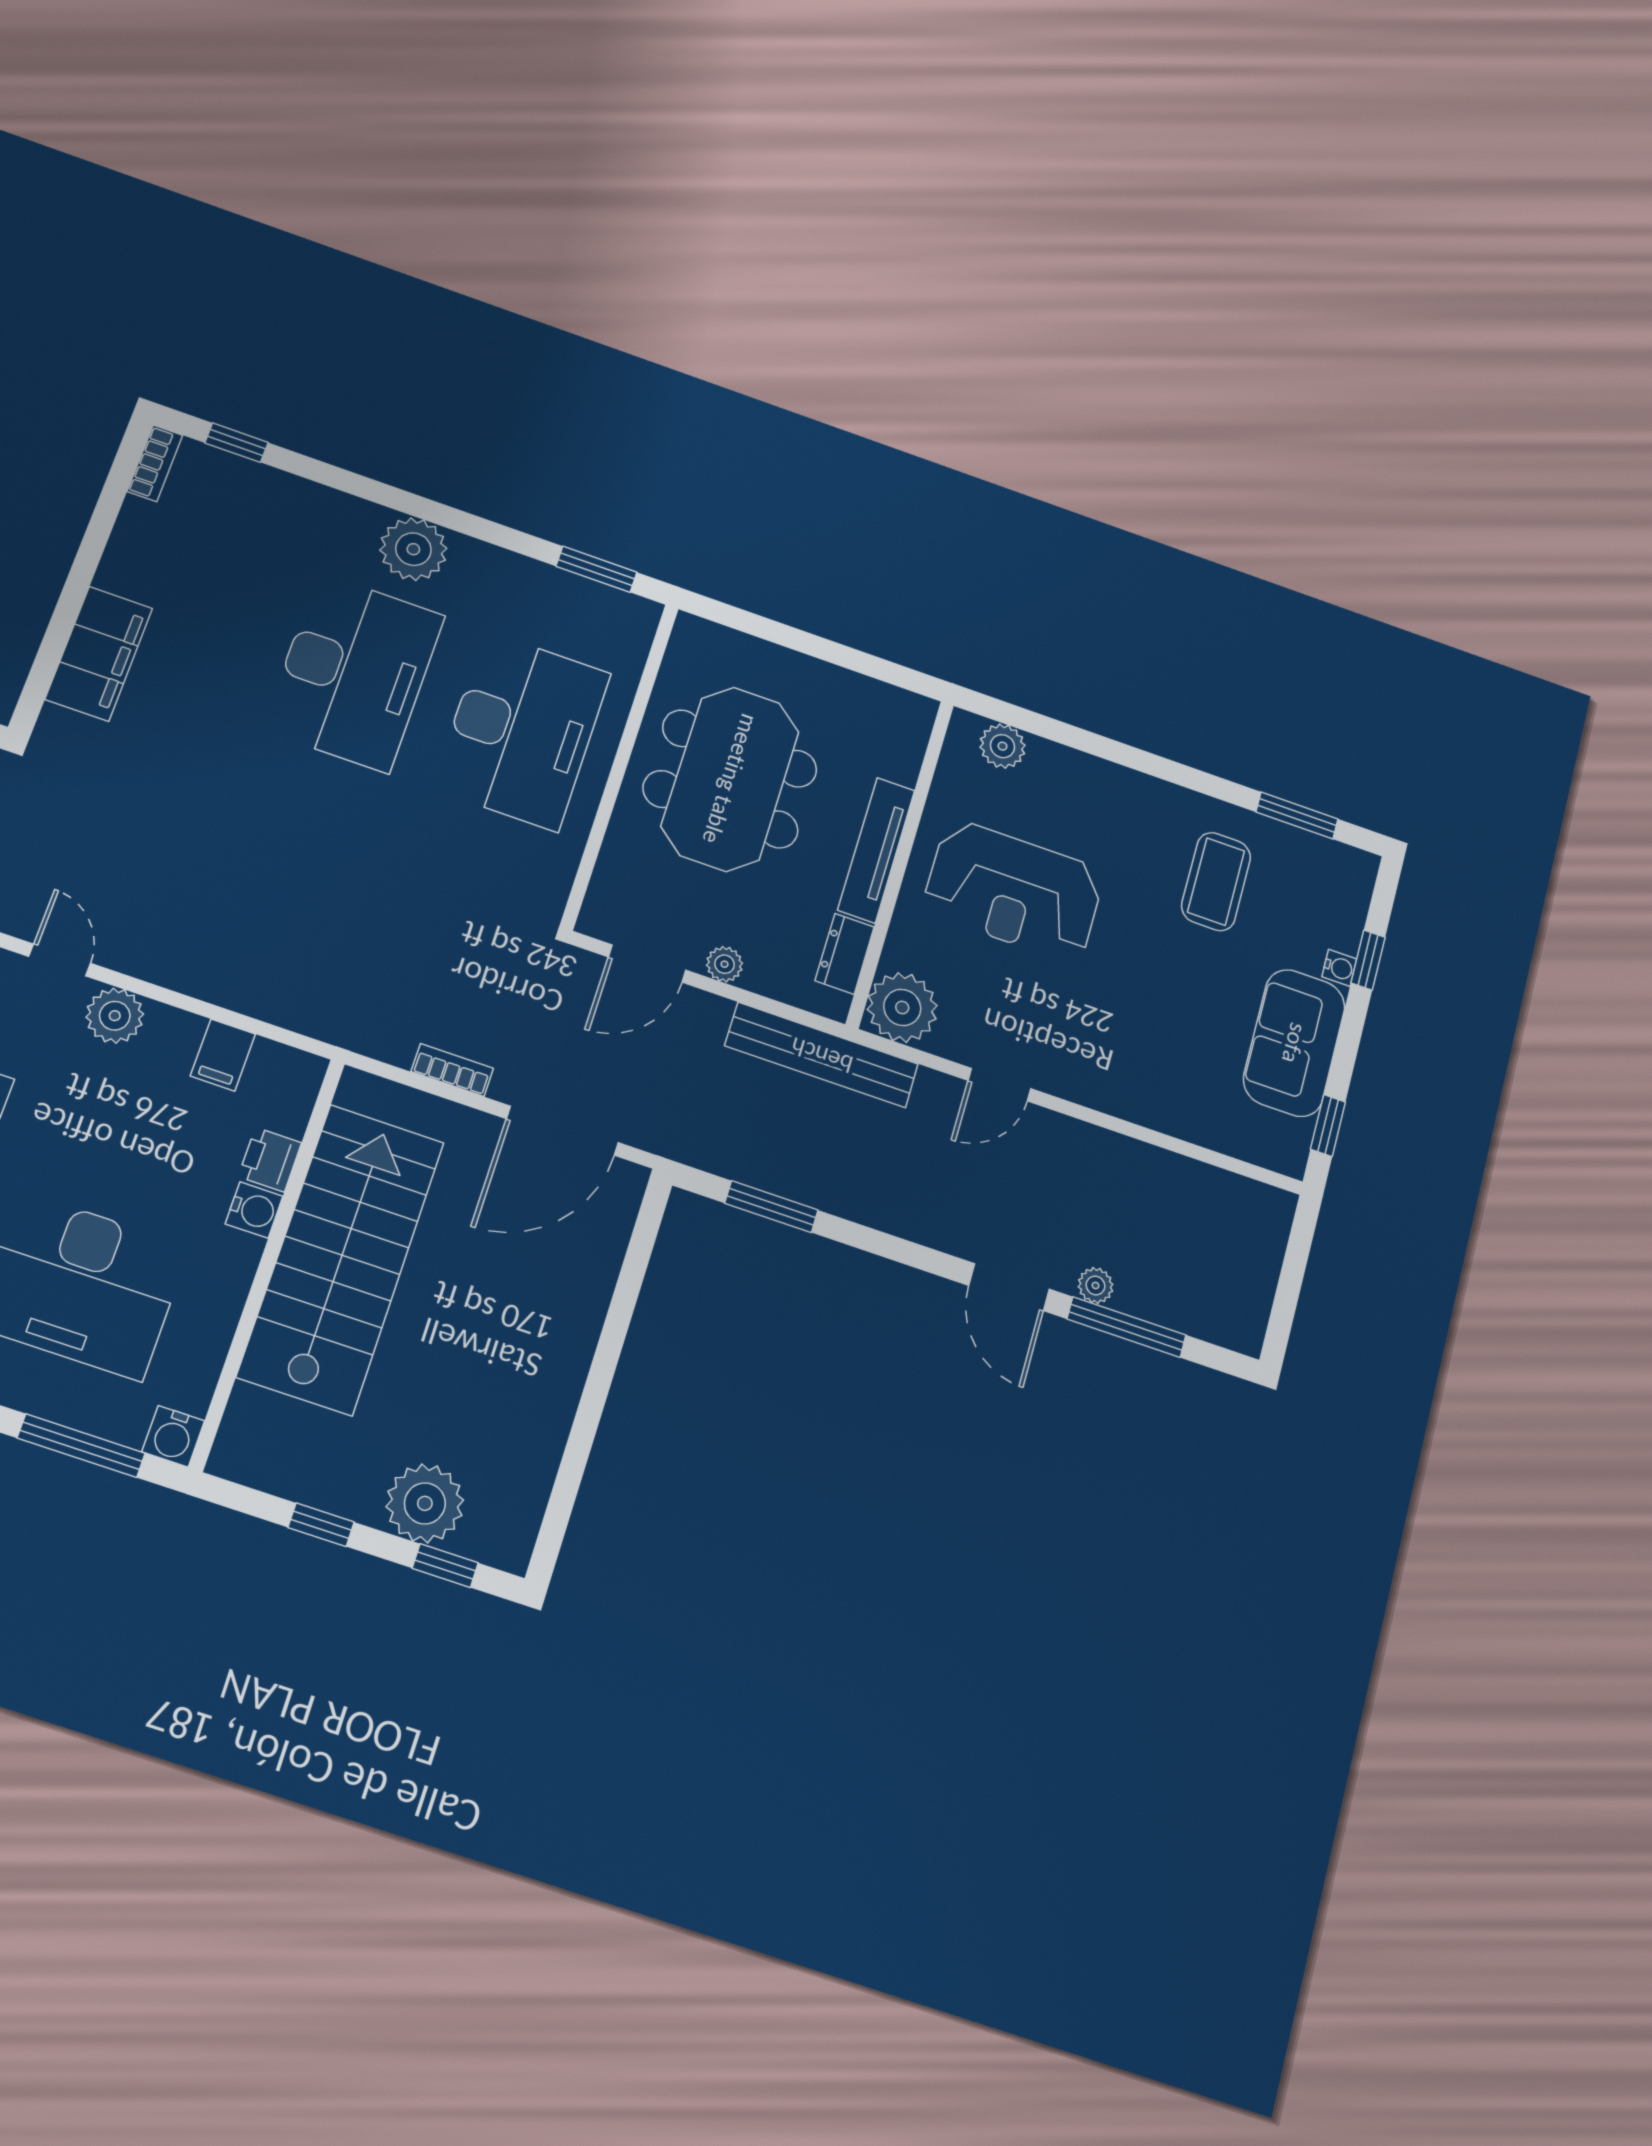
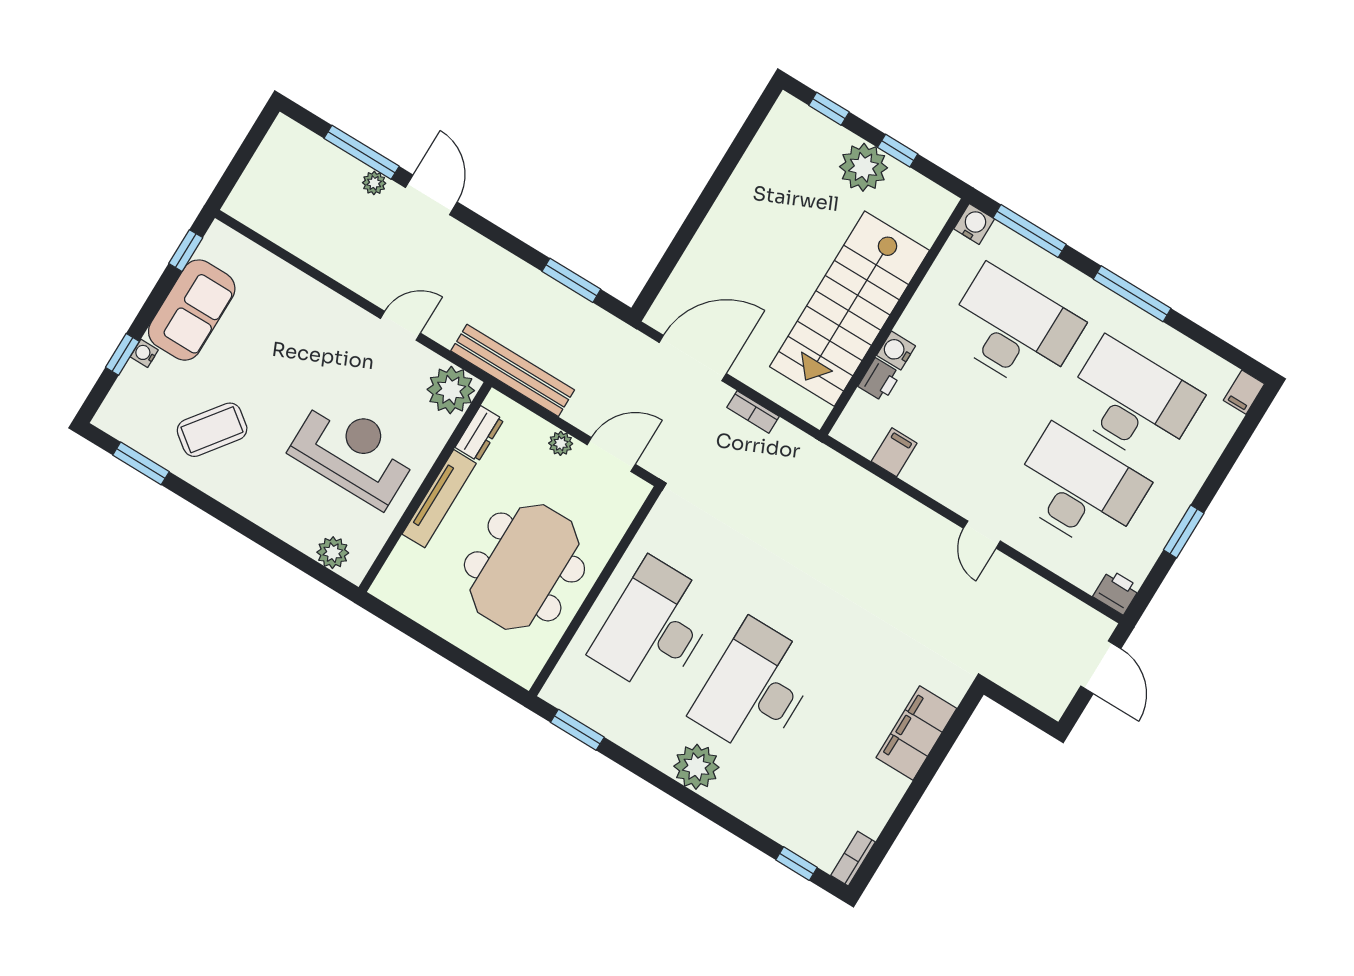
coffee table: (1216, 882) -> (212, 430), turned 37
plant: (115, 1016) -> (955, 492), removed
plant: (425, 1503) -> (863, 167), moved

